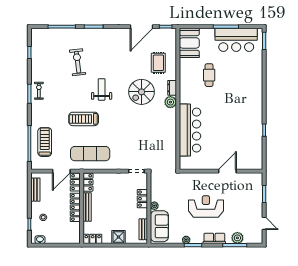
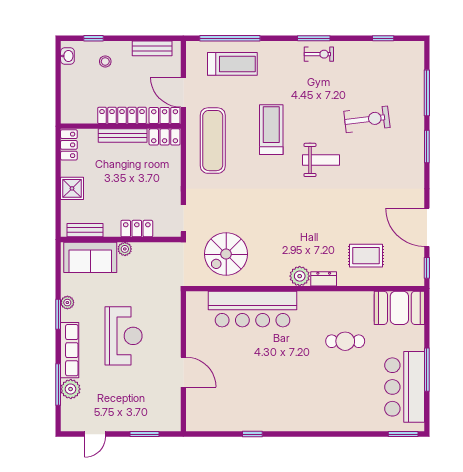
spiral stairs: (142, 92) -> (226, 254), moved, turned -90
row of seats: (214, 238) -> (70, 350), width x1.48

